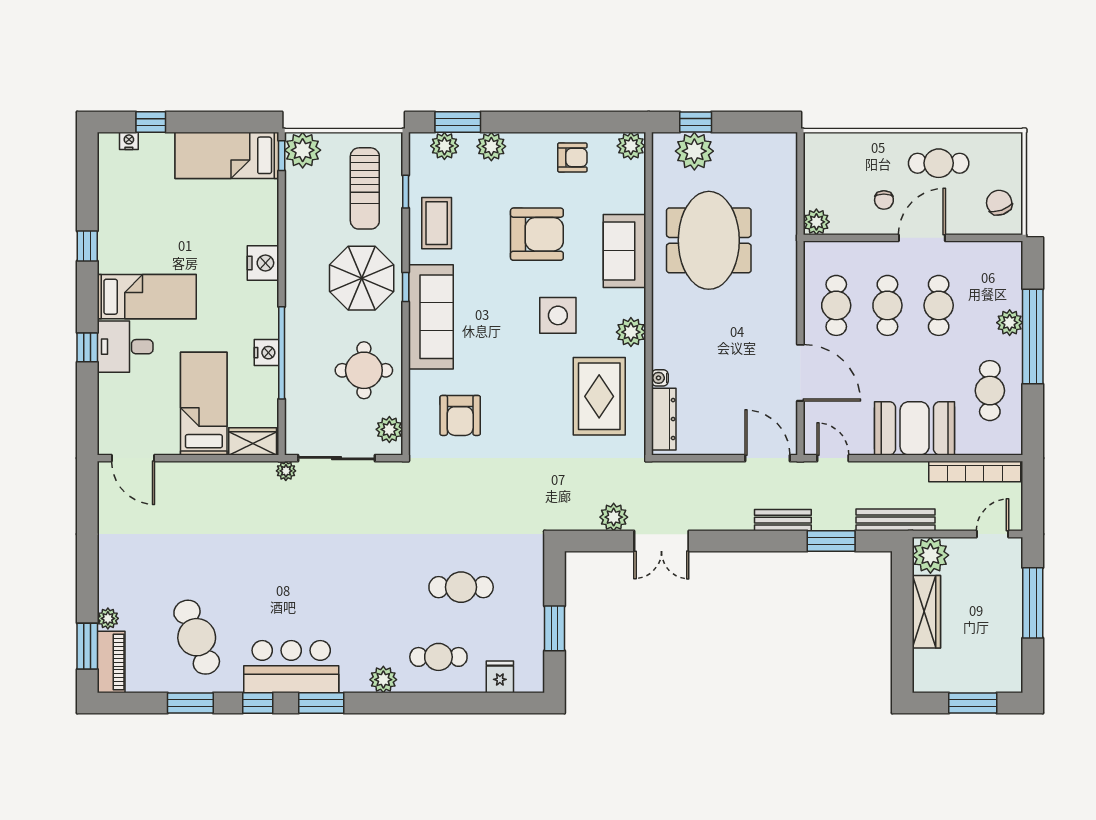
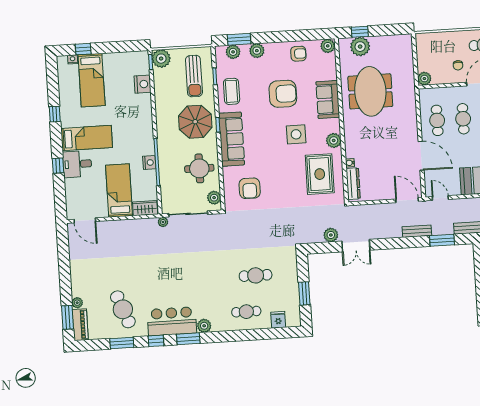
bed: (227, 155) -> (92, 80), moved, turned -90
nightstand: (263, 263) -> (143, 84), moved
plant: (383, 680) -> (204, 326), moved

